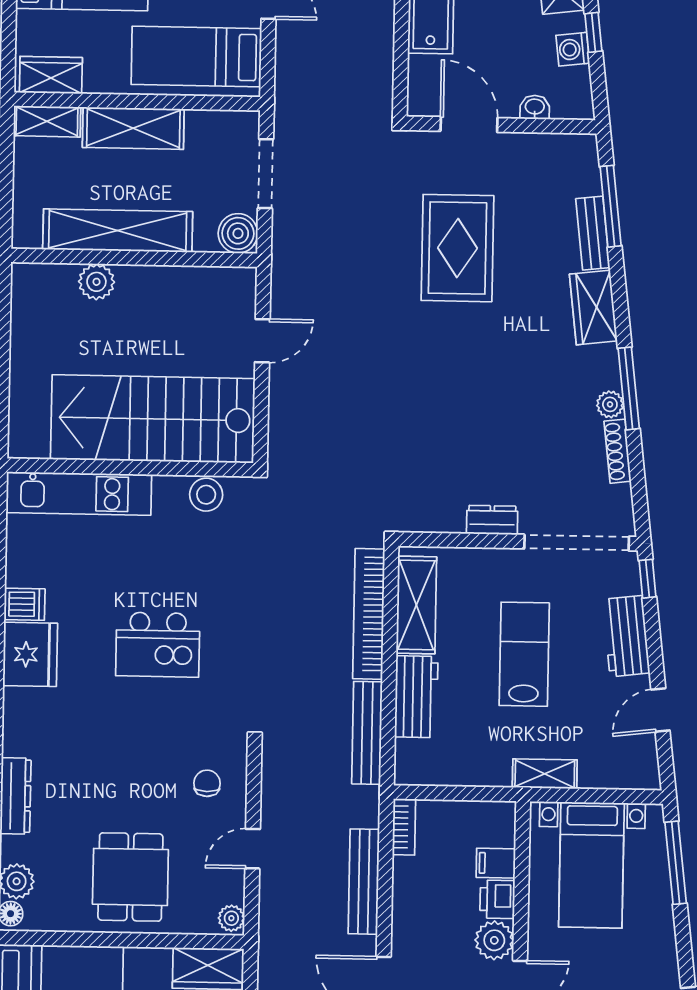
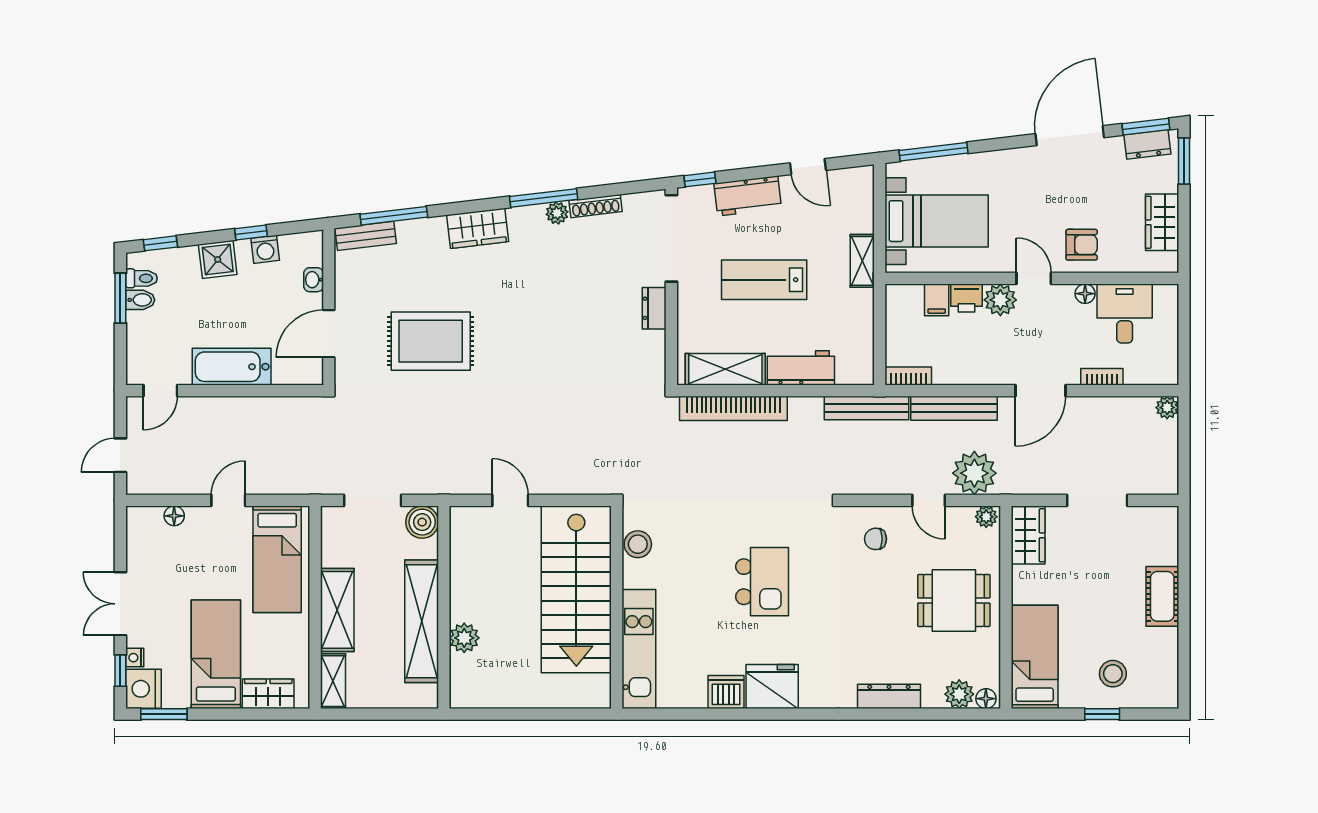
wardrobe: (51, 75) -> (268, 694), moved, turned 90
bench: (593, 233) -> (366, 236), moved
dishwasher: (25, 604) -> (726, 692), width x1.38
bench: (367, 733) -> (866, 408), moved
plant: (285, 905) -> (974, 473), added

